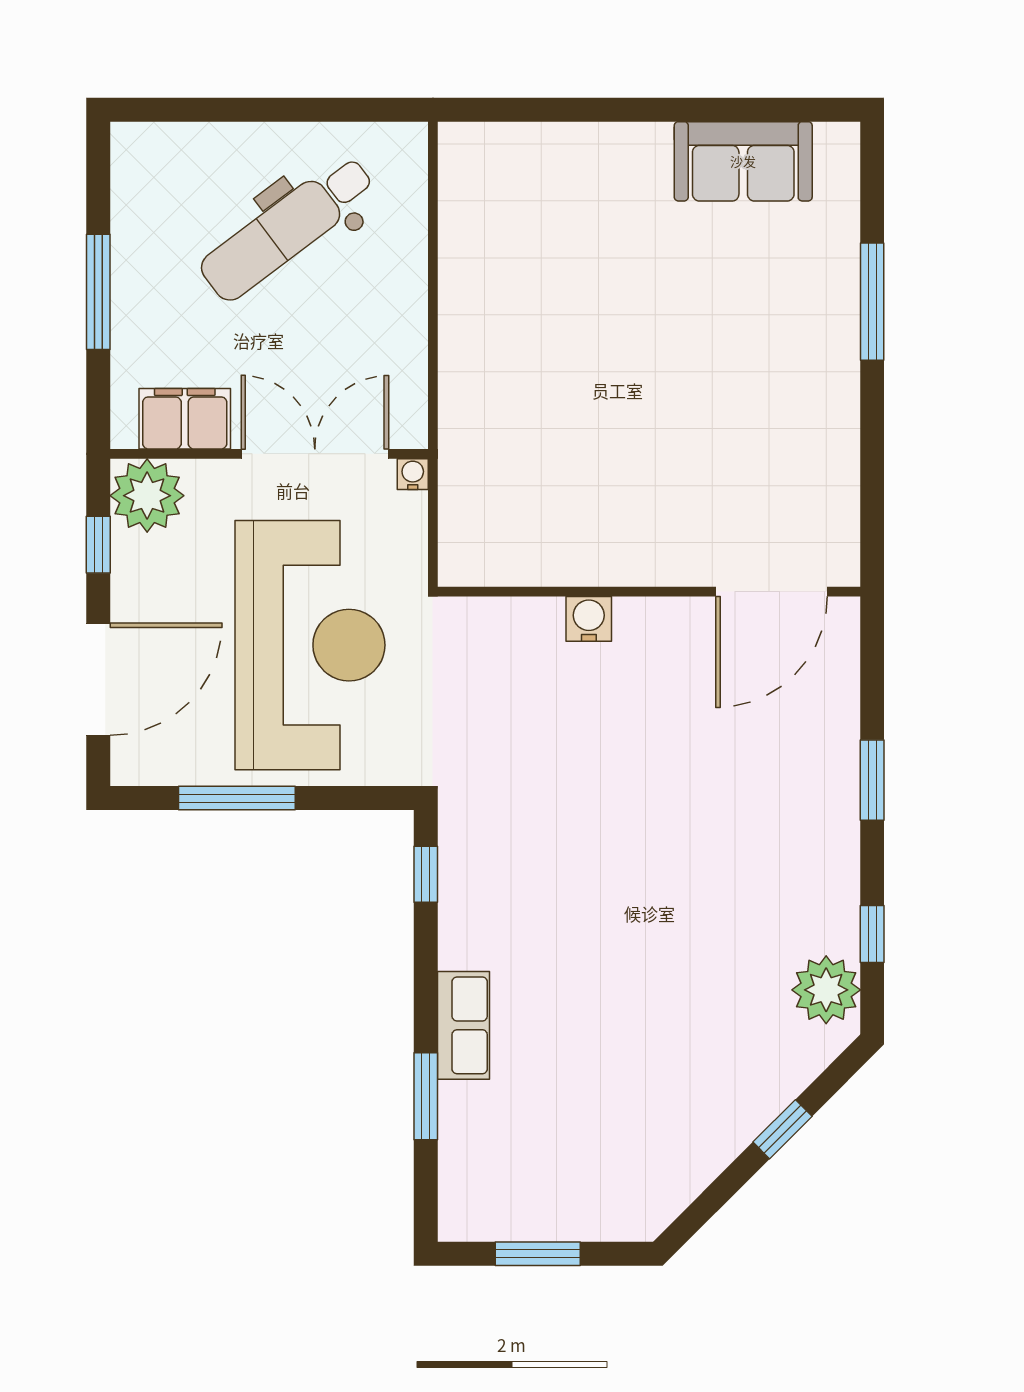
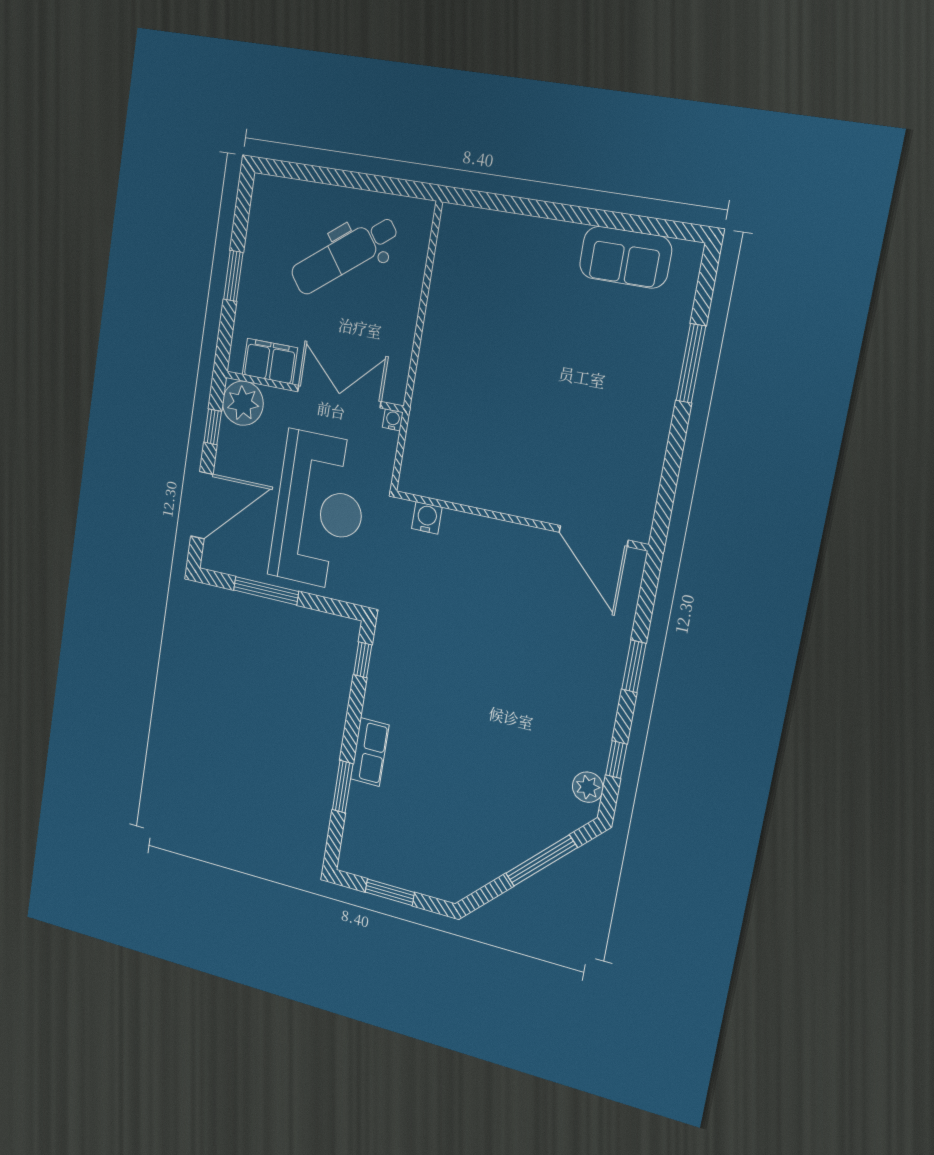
window: (98, 292) -> (233, 276), width x0.69
door: (772, 592) -> (593, 536), hinge flipped
water cooler: (589, 619) -> (427, 518), moved
plant: (826, 990) -> (588, 787), width x0.73, depth x0.73
window: (783, 1129) -> (541, 861), width x2.17

